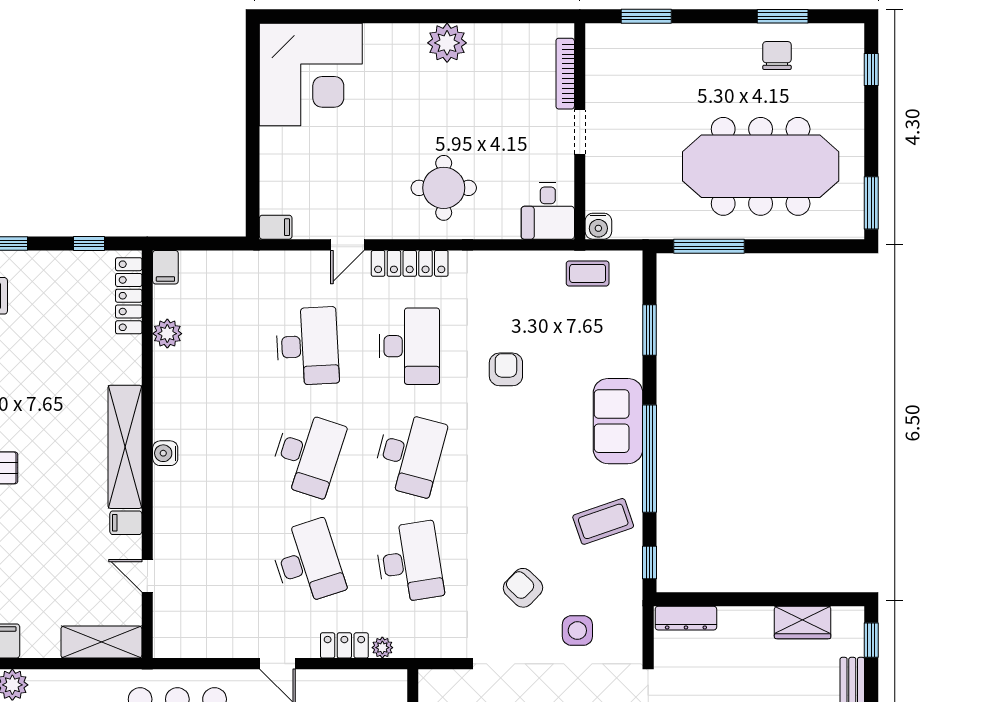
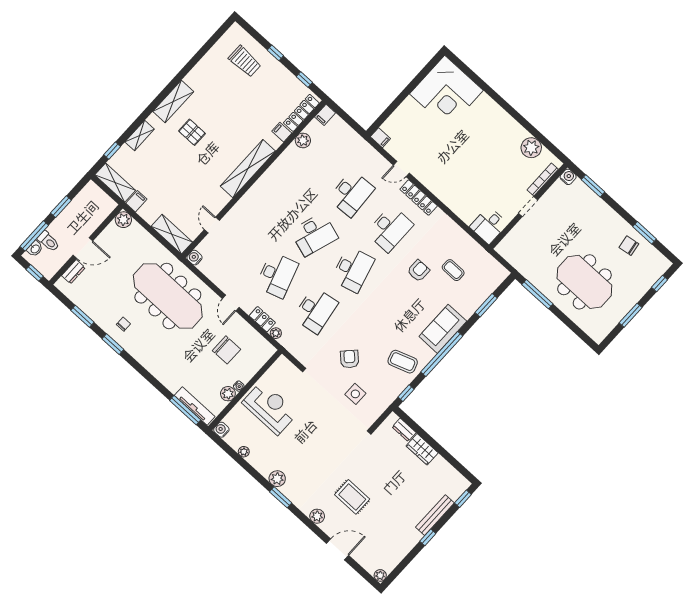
plant: (447, 43) -> (531, 148), moved
chair: (777, 56) -> (629, 246), turned -99
meeting table: (761, 166) -> (584, 282), width x0.73
round table: (444, 188) -> (457, 181), removed
window: (871, 203) -> (631, 315), moved
water cooler: (598, 226) -> (568, 177), moved, turned 180
coffee table: (588, 273) -> (453, 270), moved
water cooler: (165, 453) -> (195, 258), moved
desk: (409, 454) -> (353, 269), turned -30
filing cabinet: (126, 523) -> (282, 132), moved
dresser: (686, 618) -> (404, 430), width x0.70
wardrobe: (803, 622) -> (422, 449), moved

